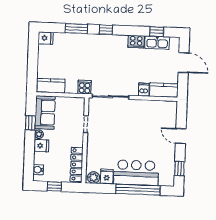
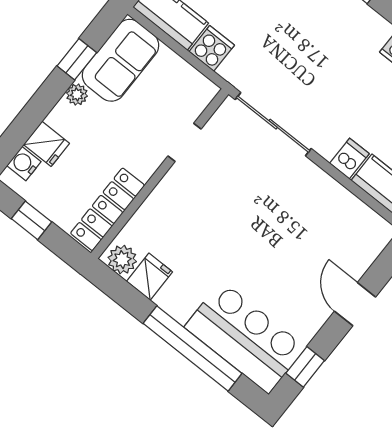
cooker: (85, 87) -> (212, 48), moved
fridge: (41, 146) -> (46, 144), moved
bar counter: (136, 173) -> (245, 337), moved

